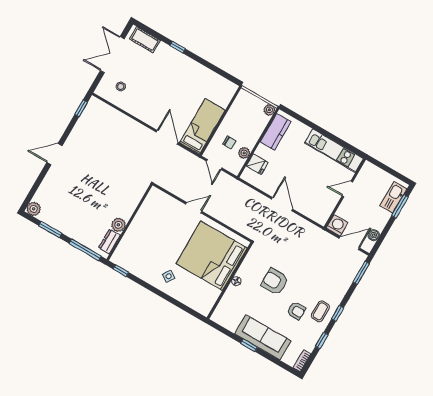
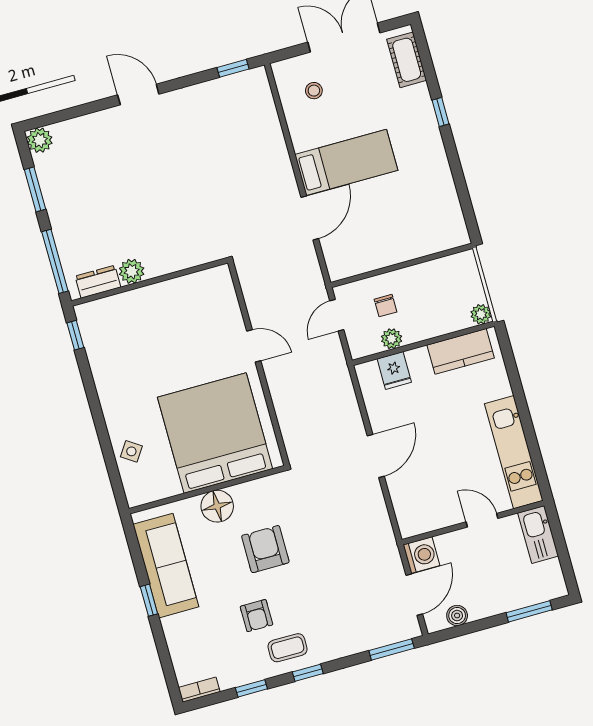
bed: (202, 126) -> (346, 162), moved
kitchen sink: (393, 197) -> (538, 534), moved, turned -90
door: (349, 243) -> (414, 595), hinge flipped
side table: (169, 276) -> (131, 451), moved
floor lamp: (236, 281) -> (217, 506), width x1.89, depth x1.89
sofa: (263, 337) -> (166, 566), moved

